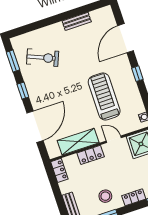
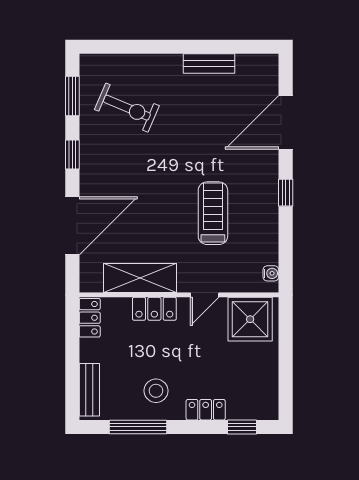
treadmill: (104, 96) -> (213, 213), width x0.73, depth x0.73
door: (114, 139) -> (205, 295), swing flipped

